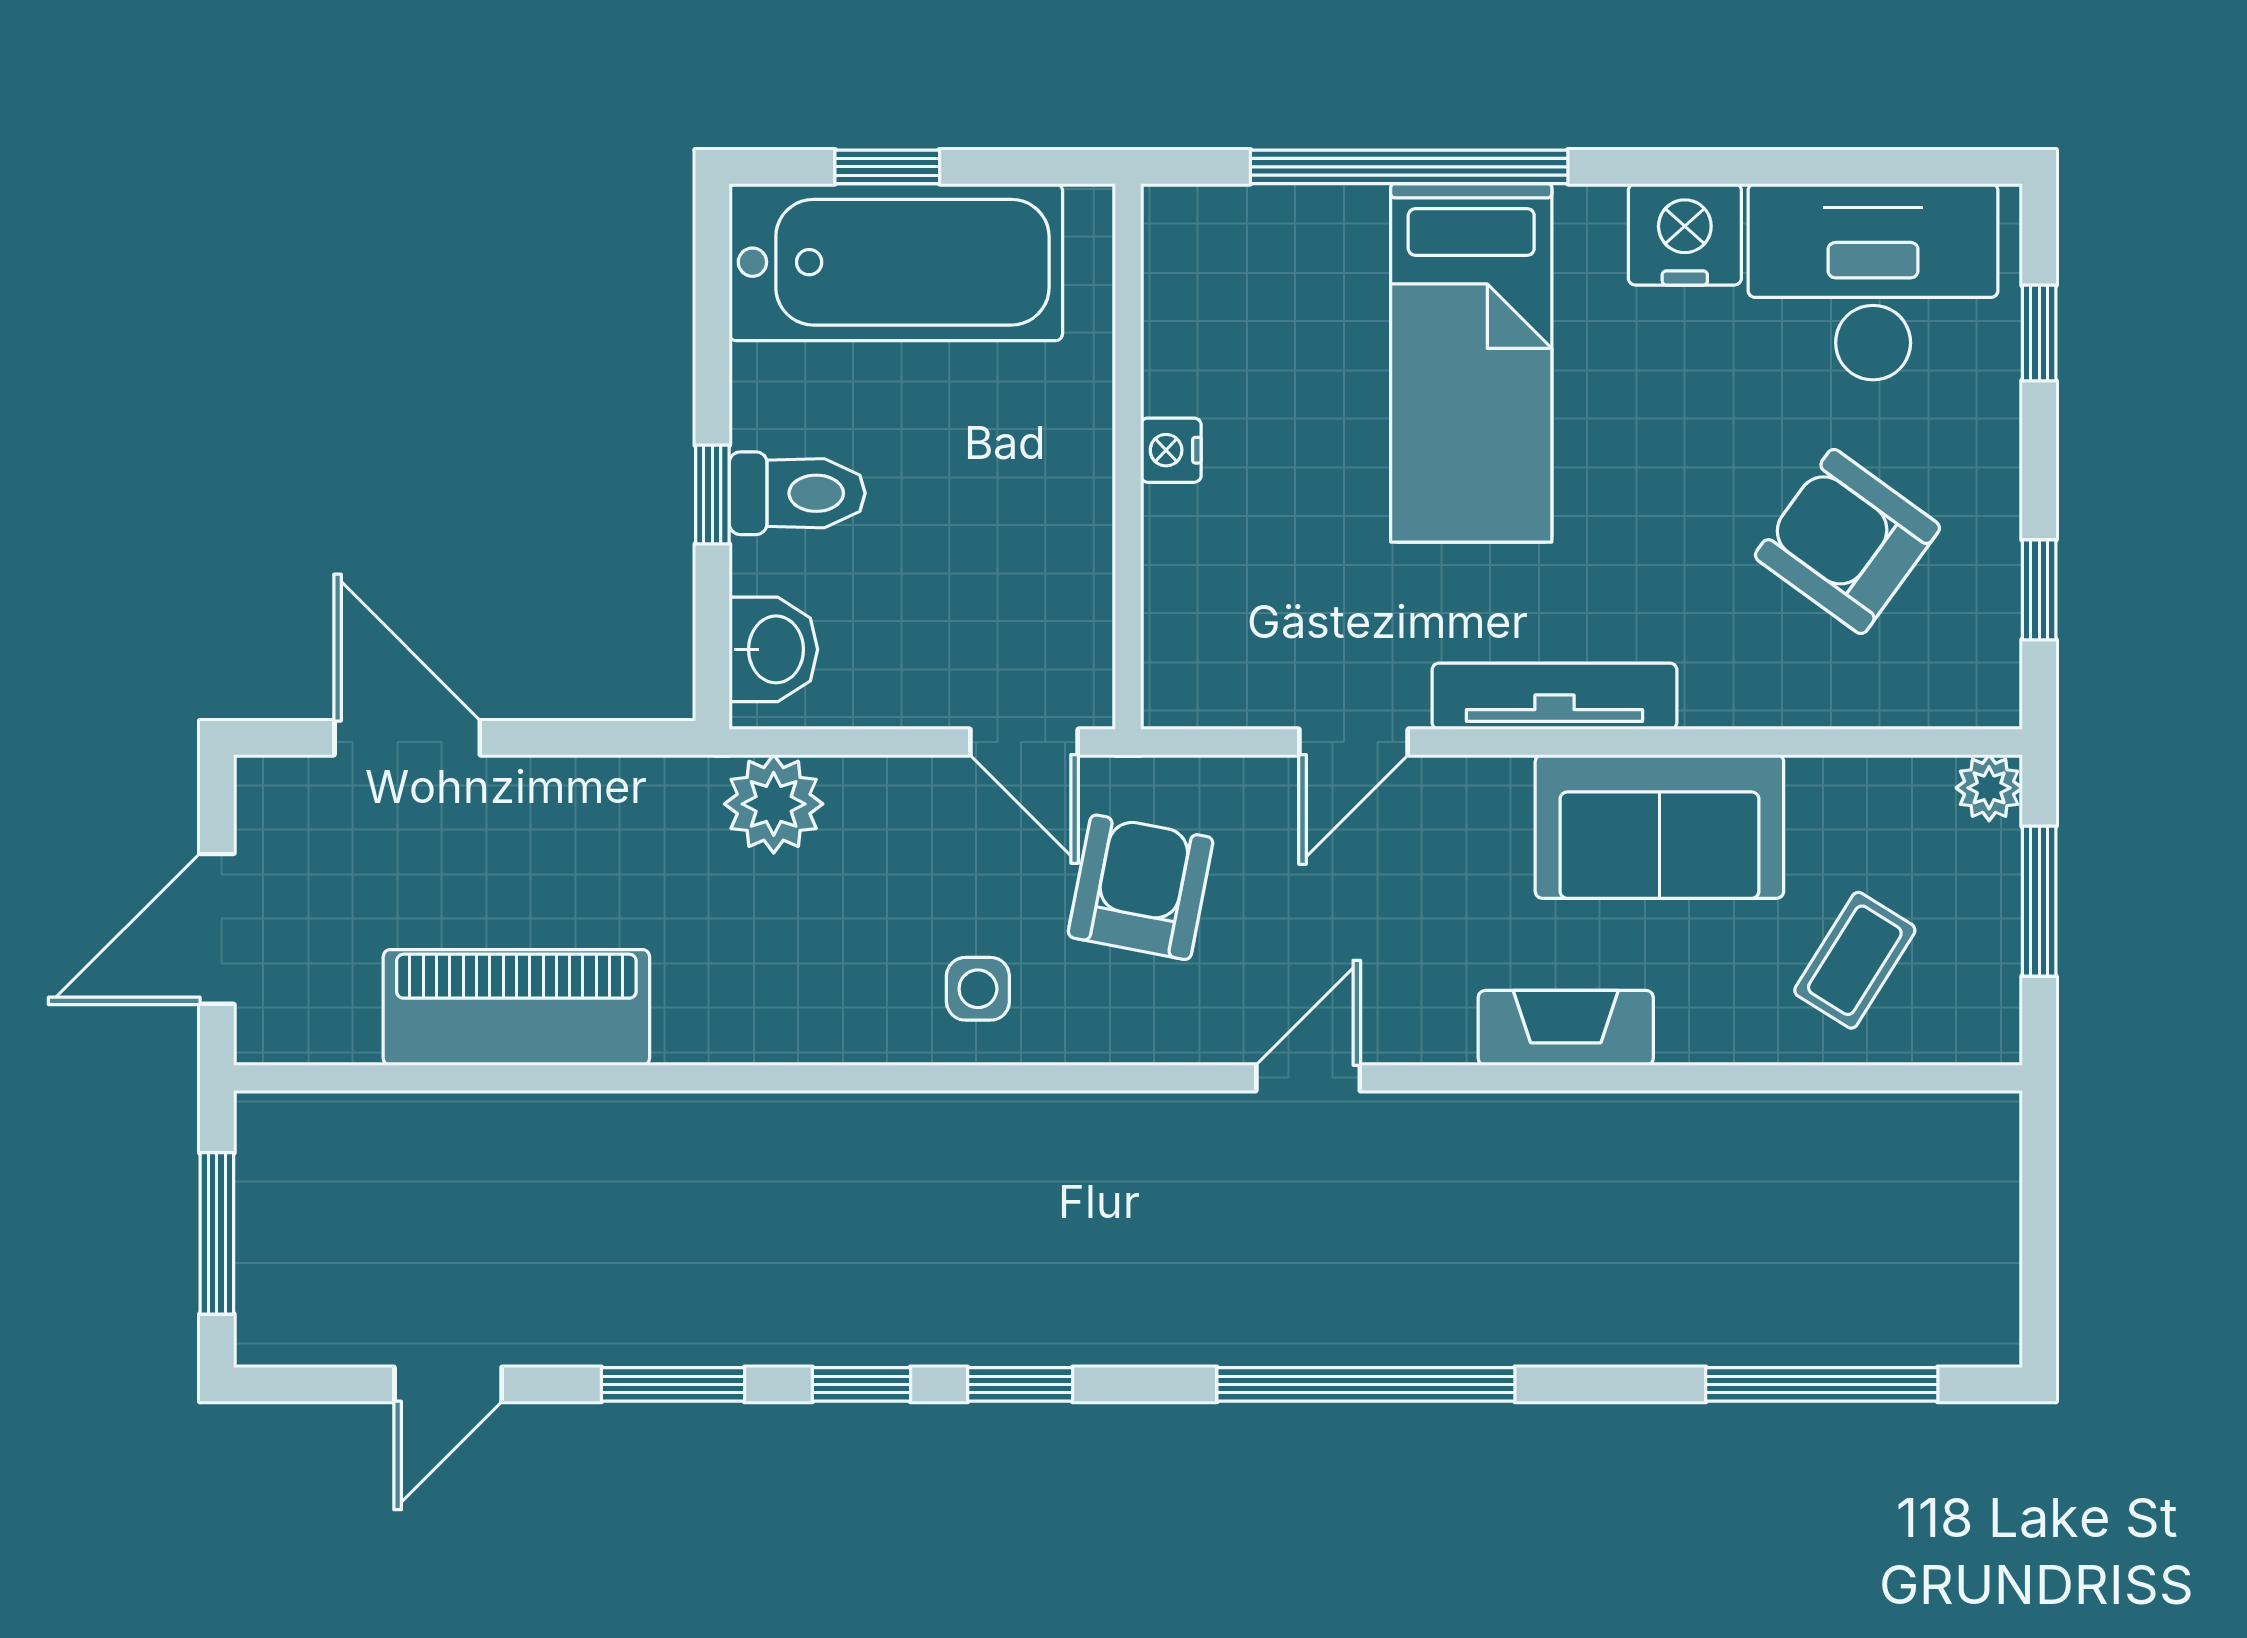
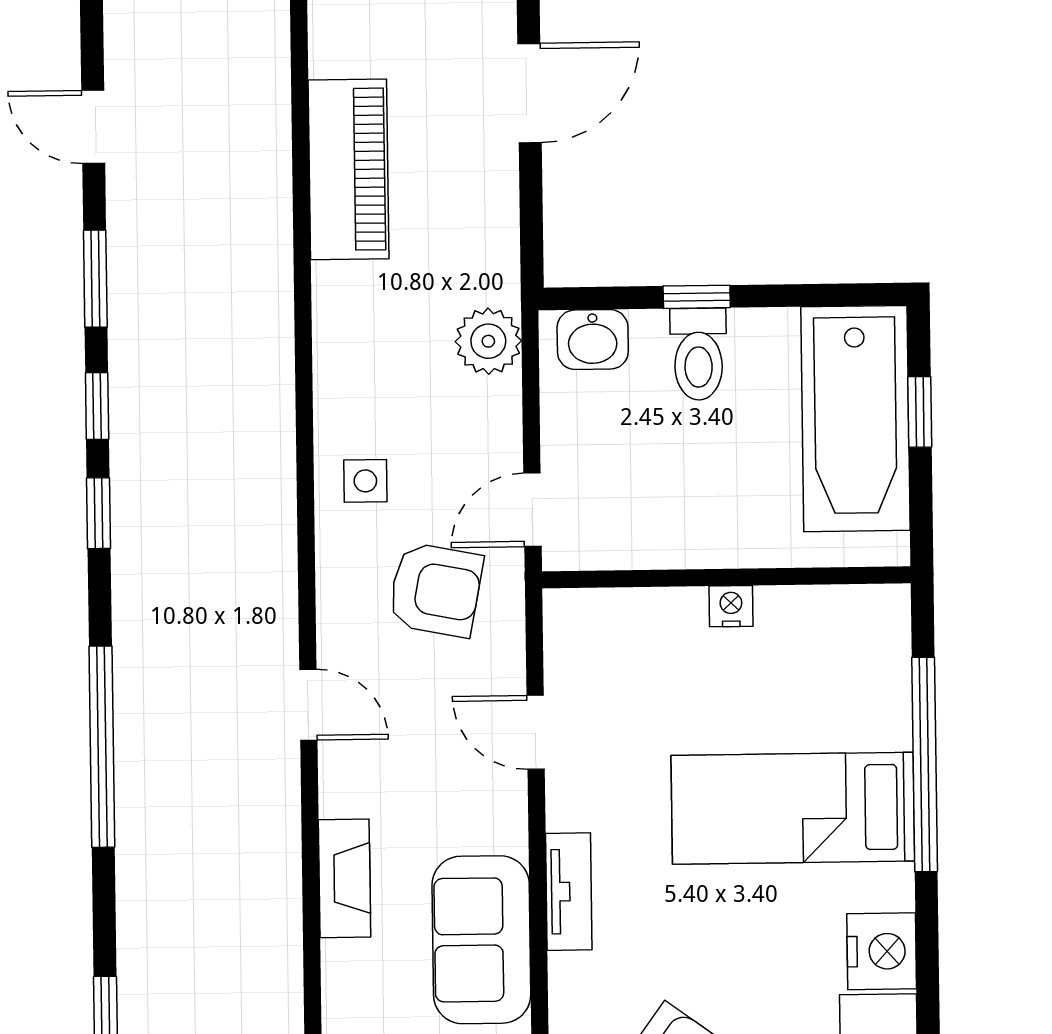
tv unit: (1554, 696) -> (569, 892), width x0.71

